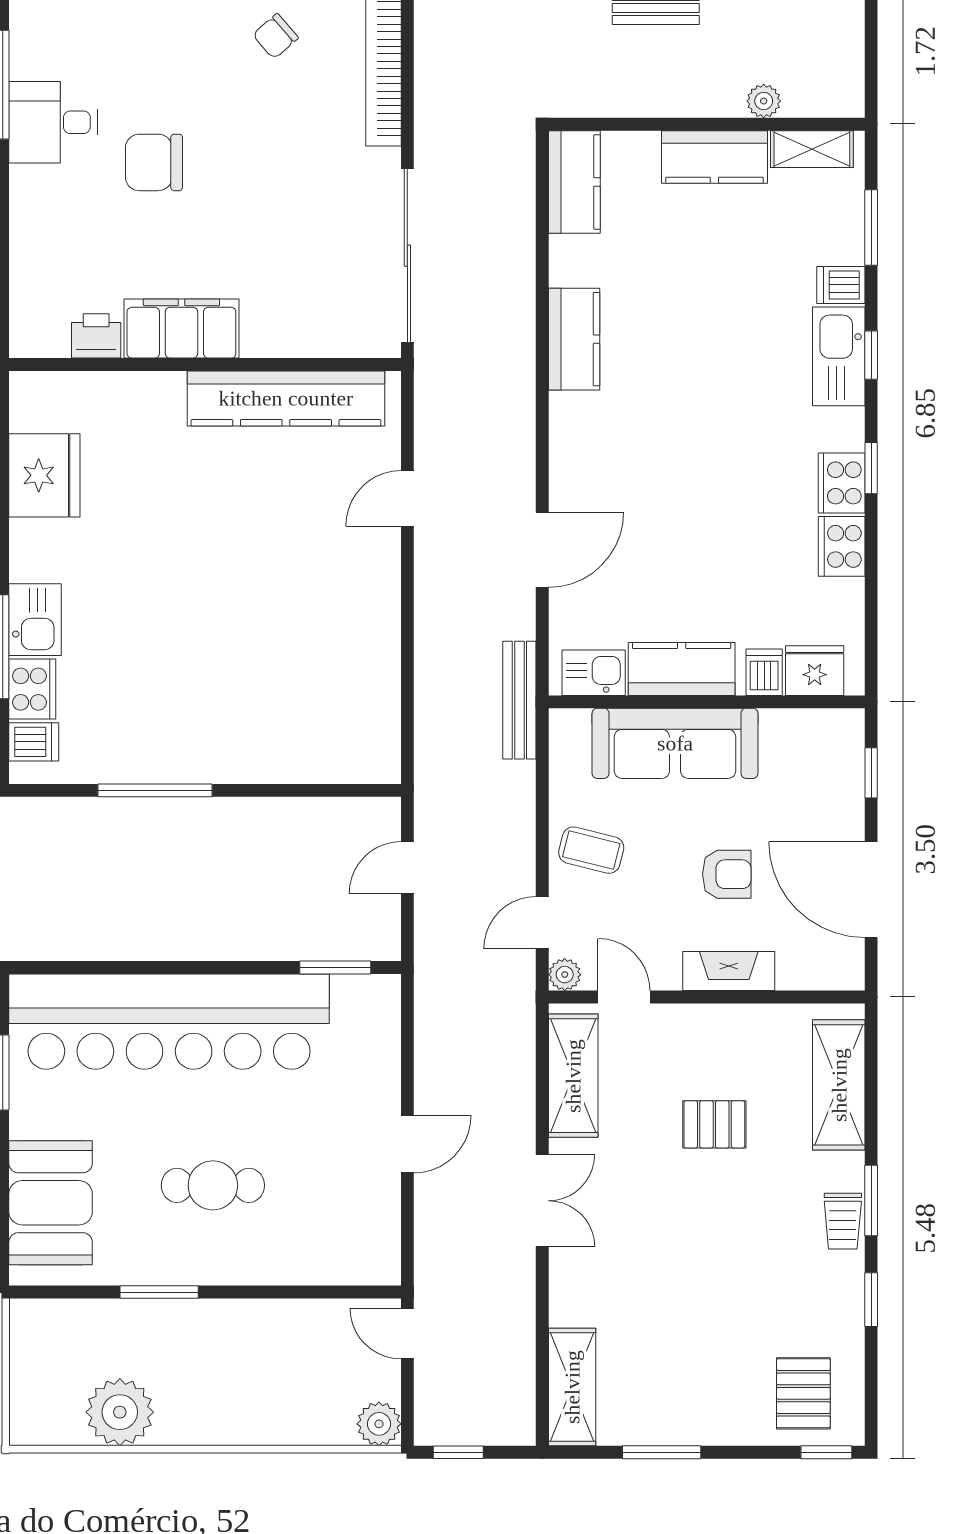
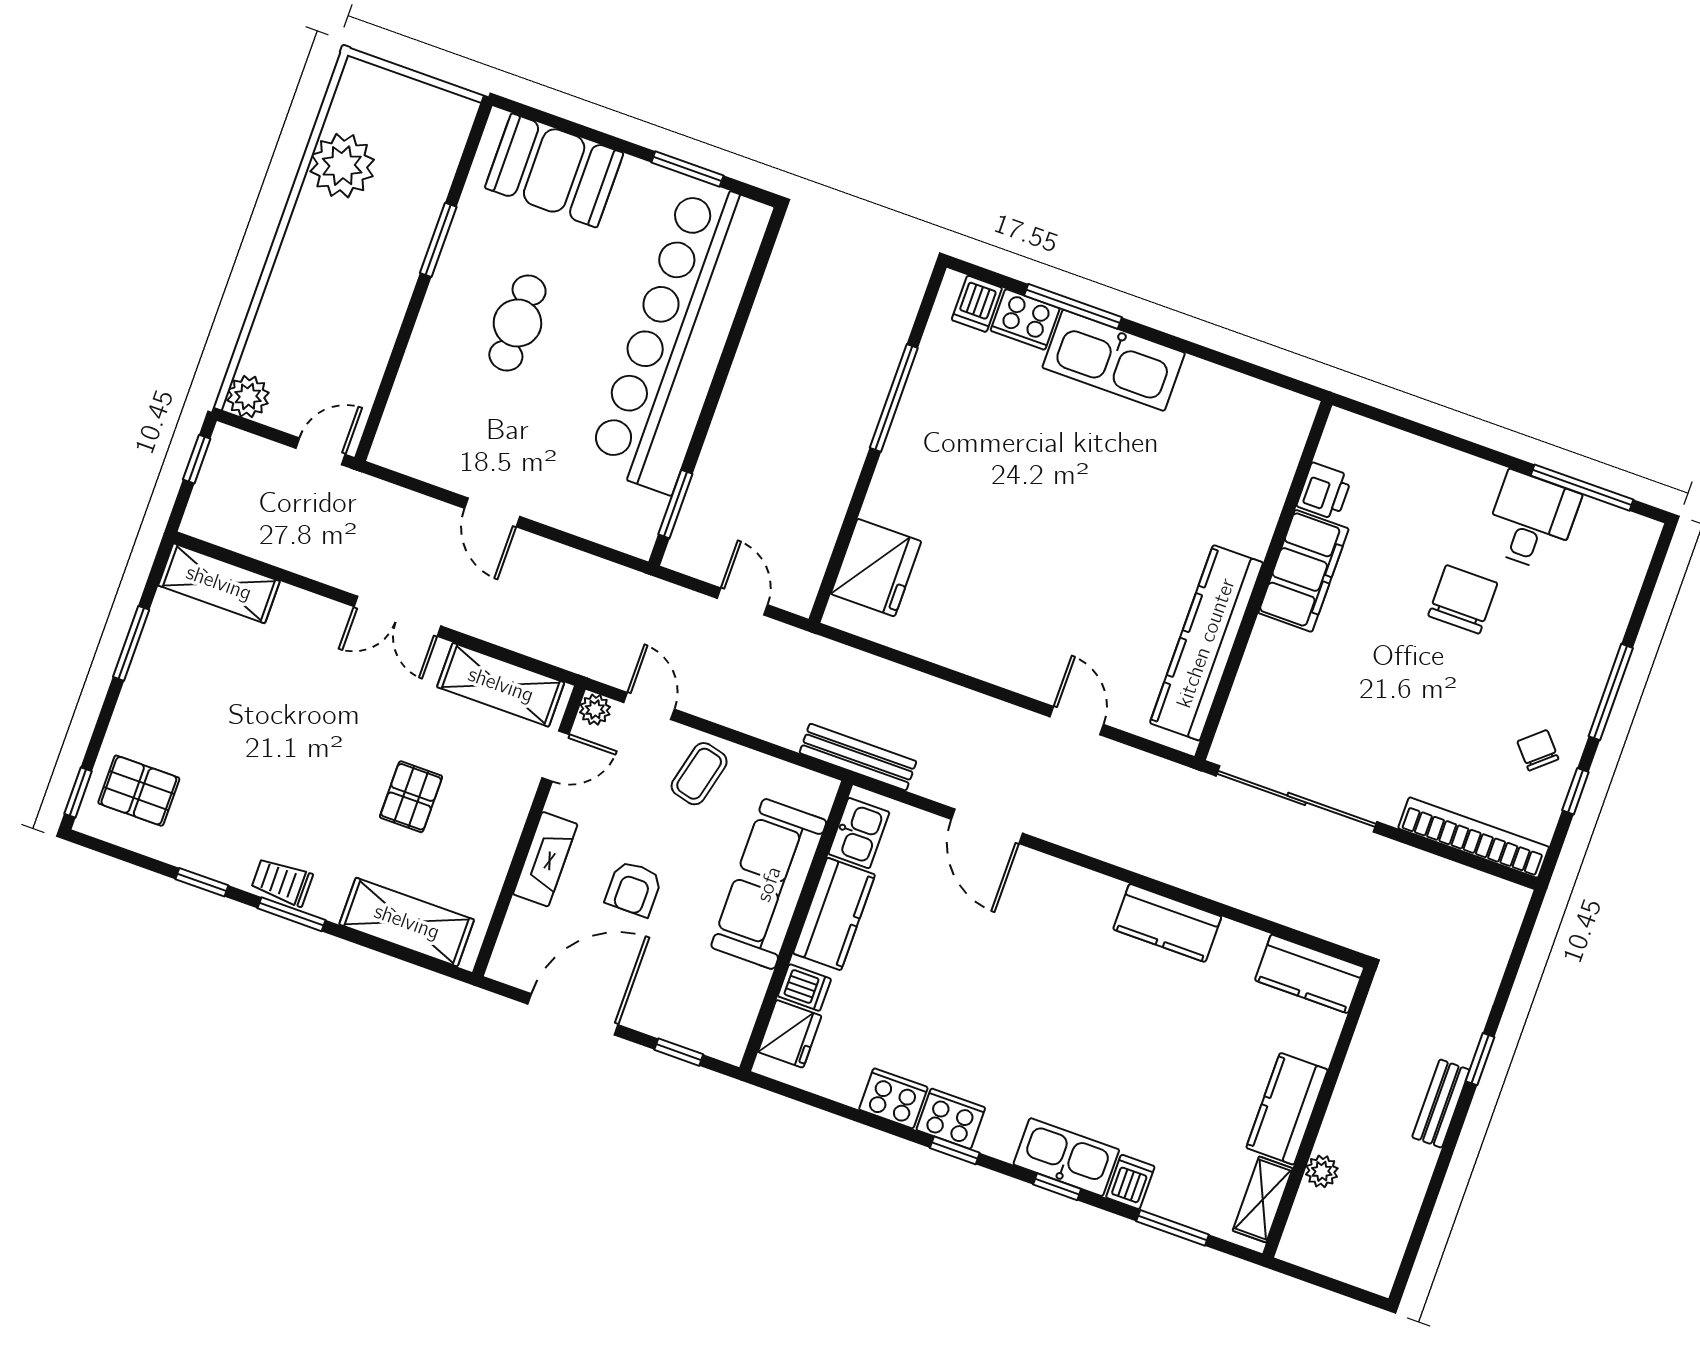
fridge: (44, 475) -> (876, 568), moved, turned -90
kitchen sink: (35, 620) -> (1114, 360), width x1.88, depth x1.24

